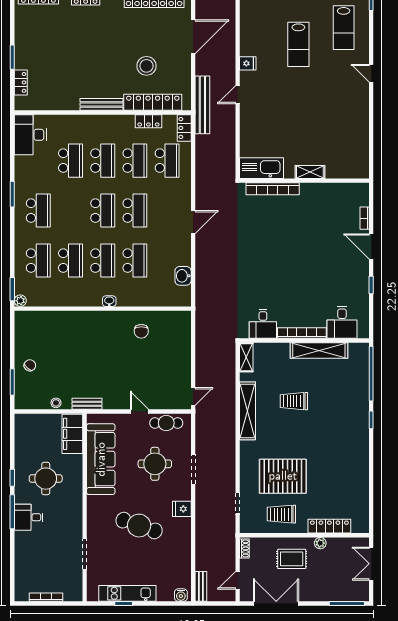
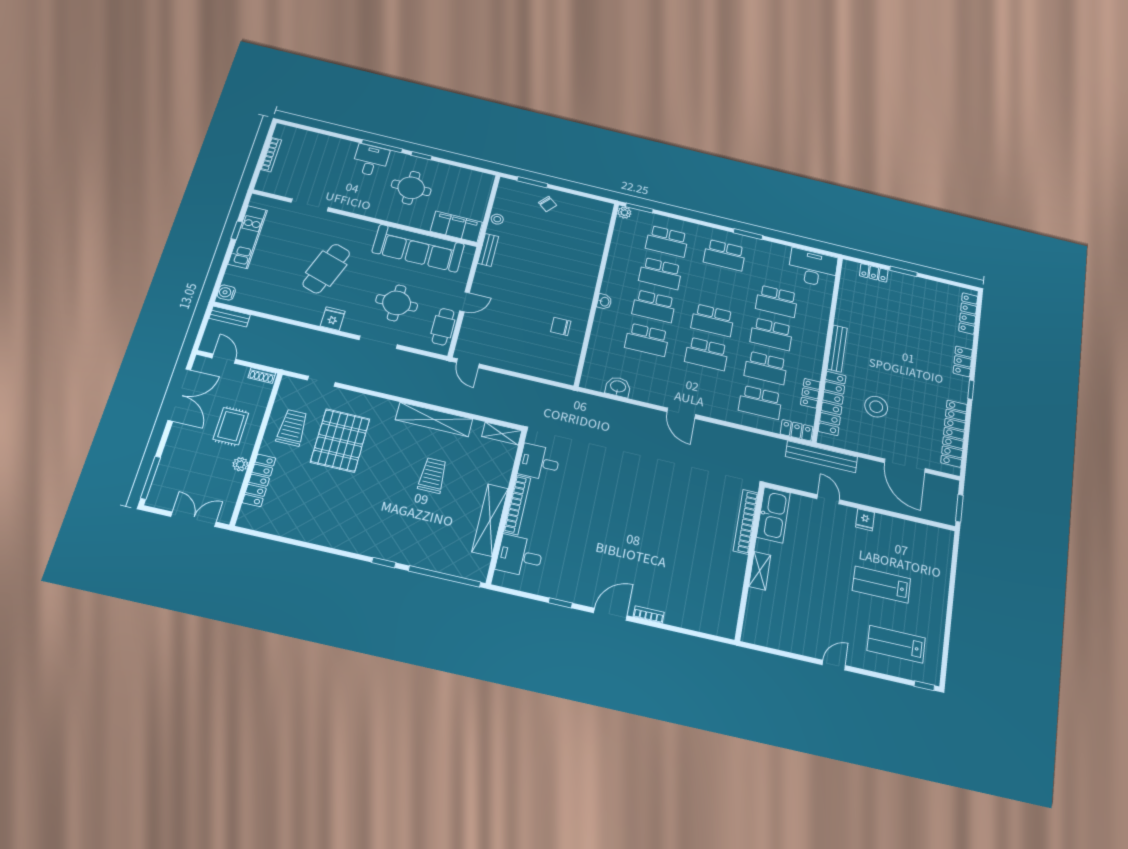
kitchen sink: (262, 168) -> (773, 515), moved
shelving: (310, 172) -> (760, 571), moved
wall: (304, 181) -> (750, 562), moved
bookcase: (273, 189) -> (746, 522), moved

